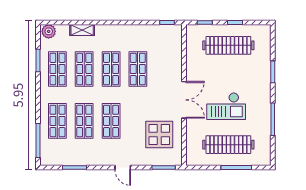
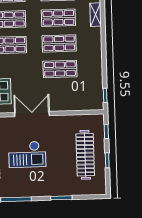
double door: (184, 100) -> (32, 114), swing flipped
checkout: (226, 106) -> (27, 154), turned -90

